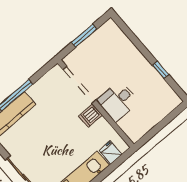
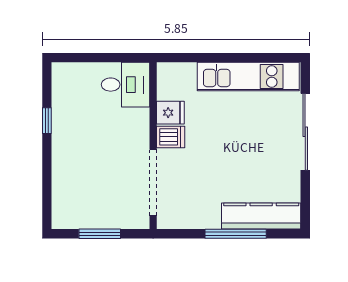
desk: (118, 101) -> (126, 85), moved
fridge: (110, 152) -> (170, 113), moved, turned -90

